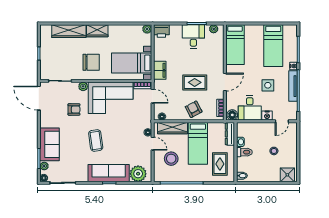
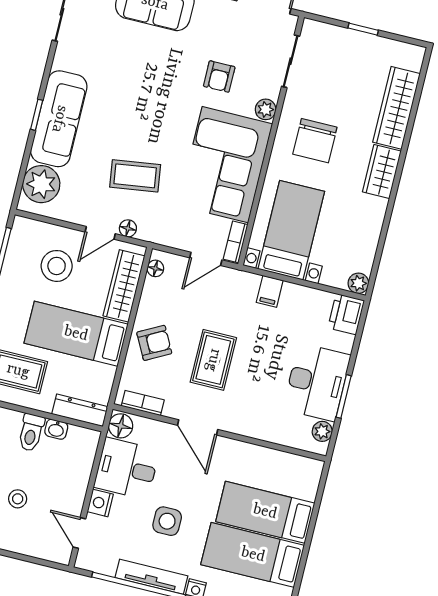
desk: (193, 36) -> (317, 382), width x1.37
bed: (235, 45) -> (265, 512), moved
filing cabinet: (160, 70) -> (270, 291), width x0.50
coffee table: (96, 140) -> (135, 176), moved

